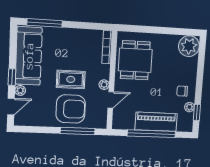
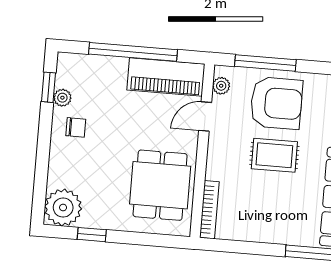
window: (173, 31) -> (92, 235), added
plant: (104, 85) -> (221, 86), moved
armchair: (71, 109) -> (276, 103), turned 180
piano: (156, 122) -> (166, 77), moved

